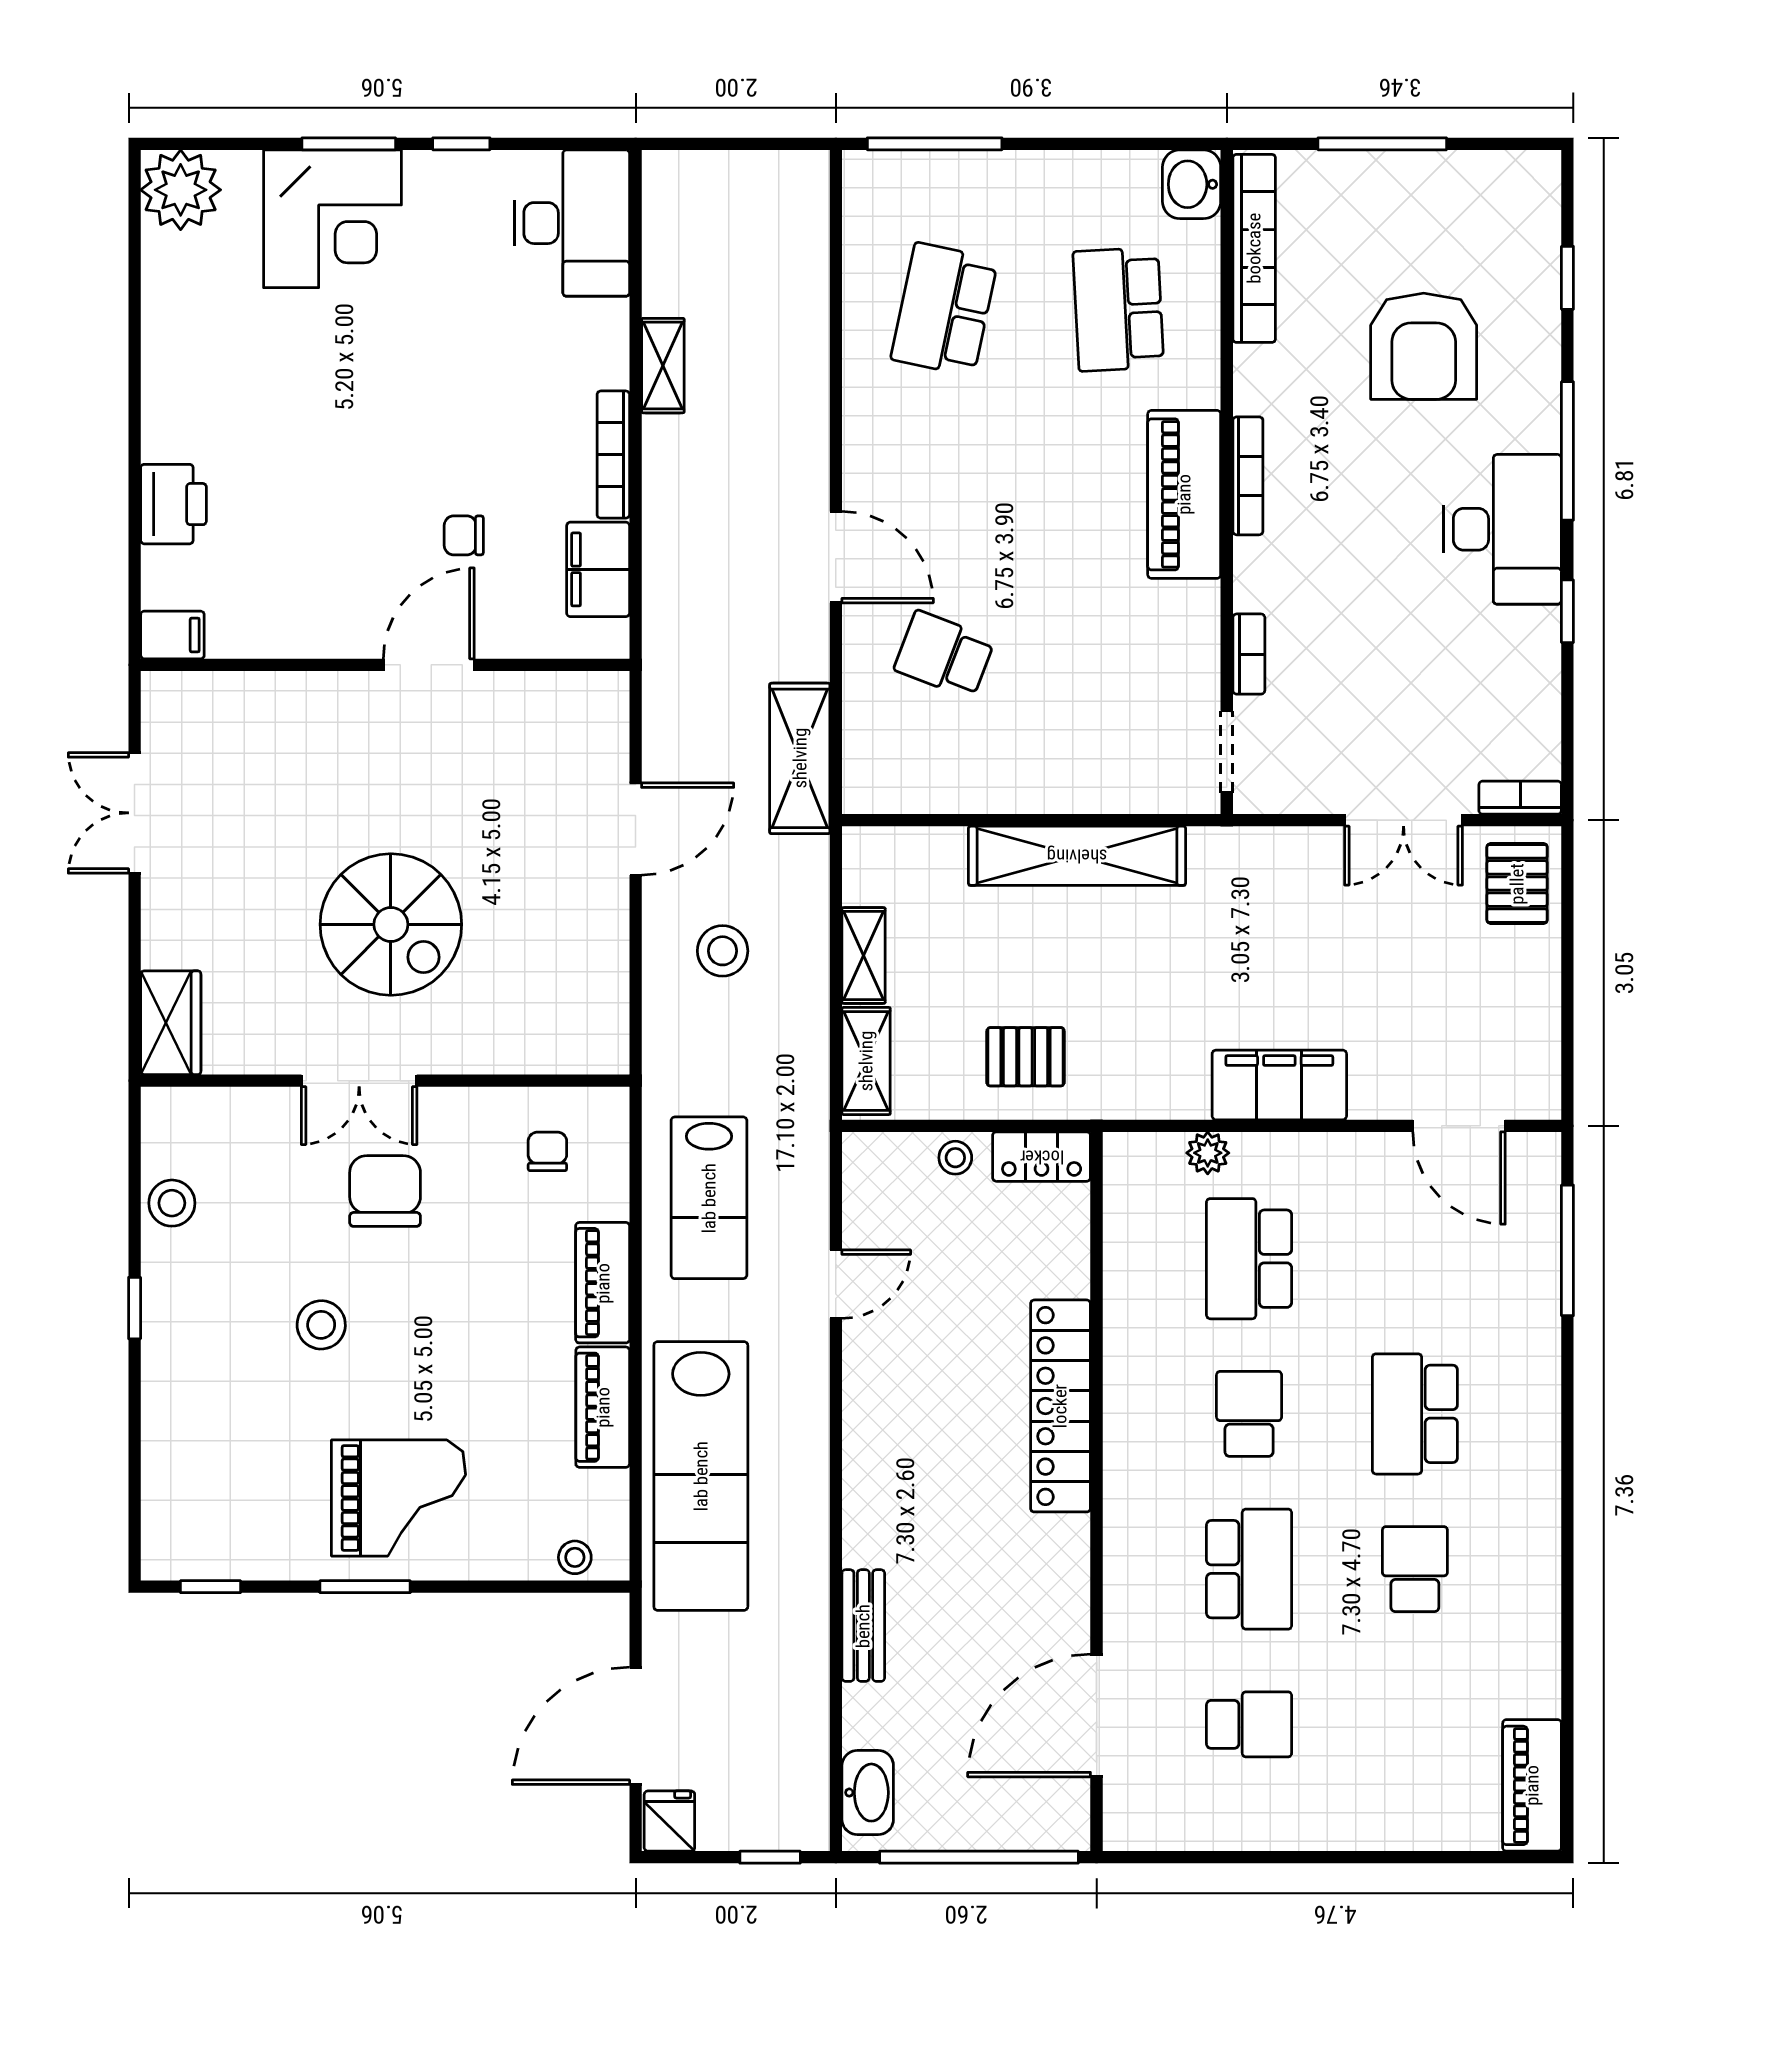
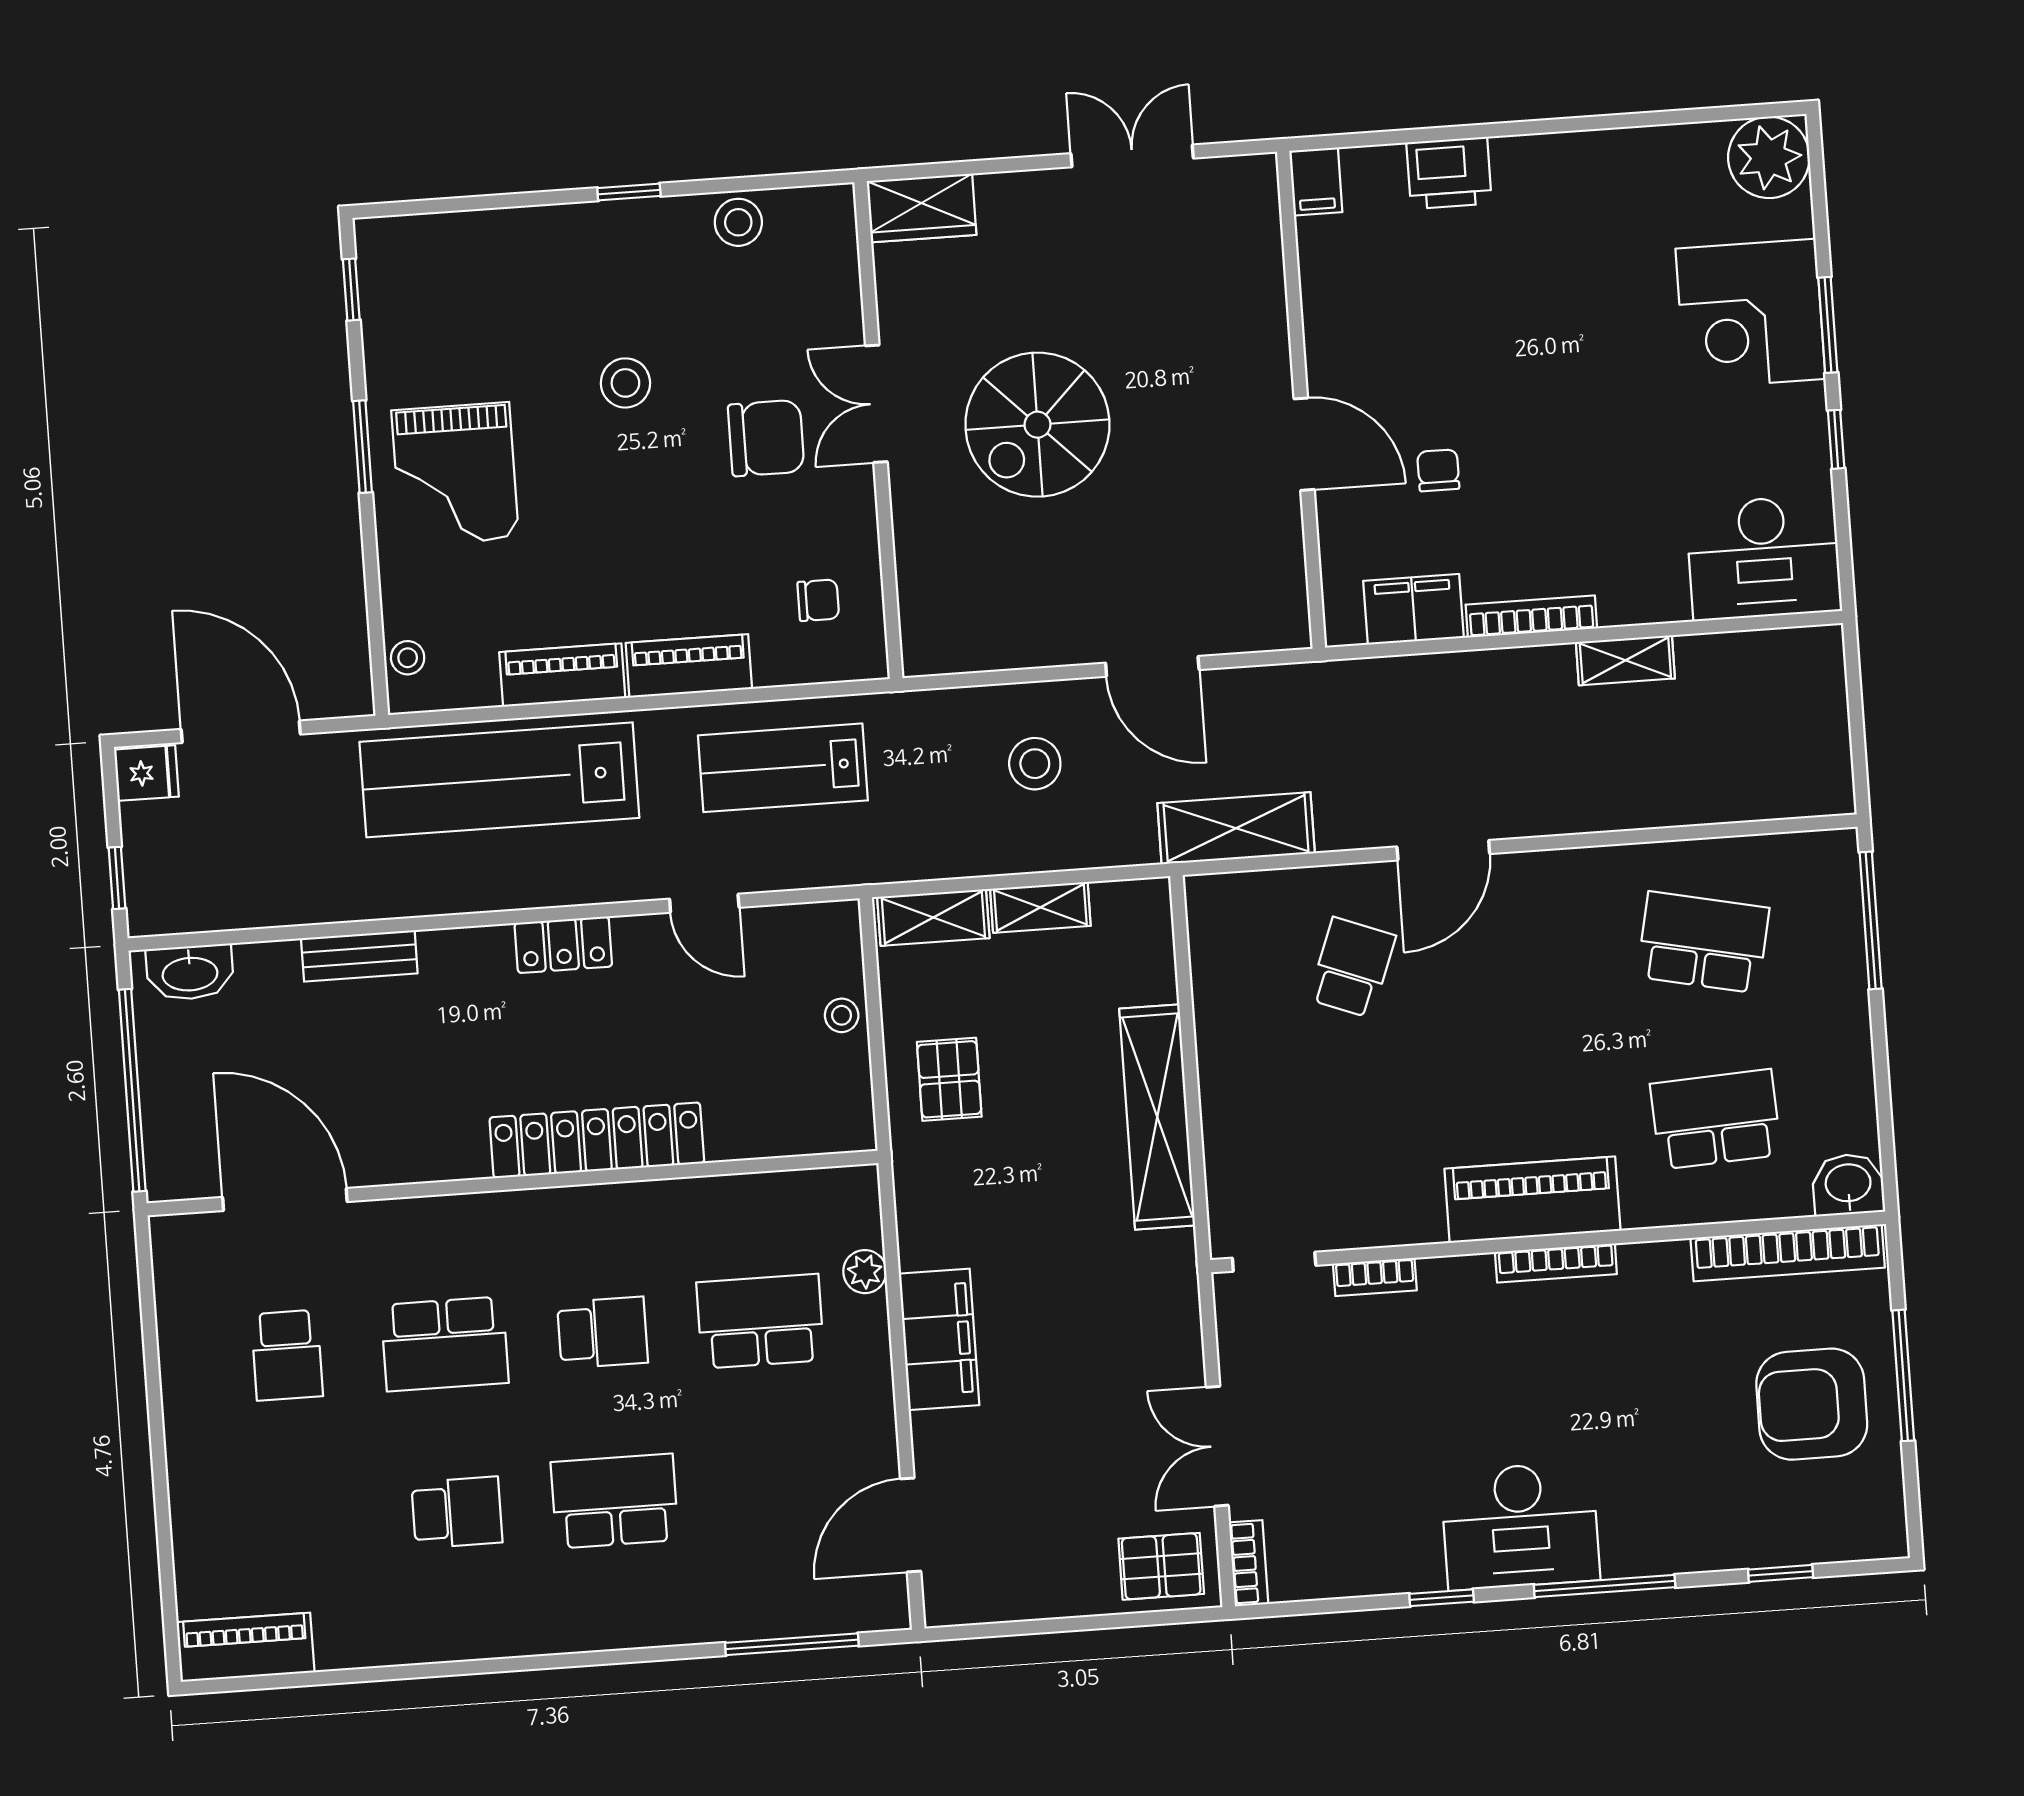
armchair: (1424, 346) -> (1812, 1404), moved
locker: (1042, 1157) -> (563, 945), moved, turned -90

